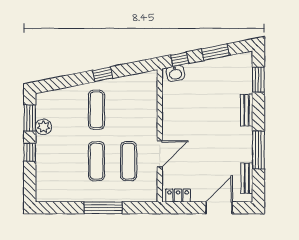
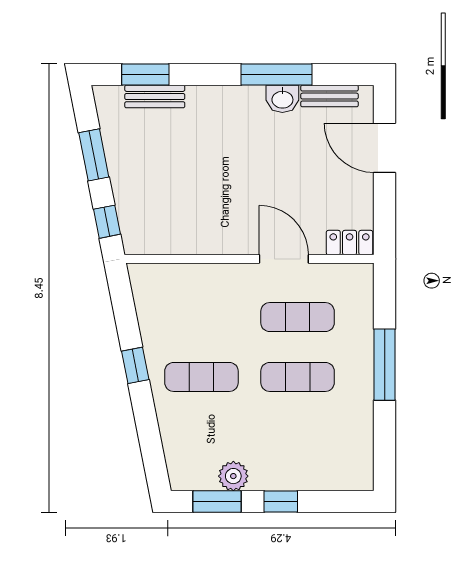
washbasin: (175, 73) -> (282, 99), moved, turned 101
bench: (247, 110) -> (155, 97), moved
locker: (178, 196) -> (350, 243), moved, turned 90

